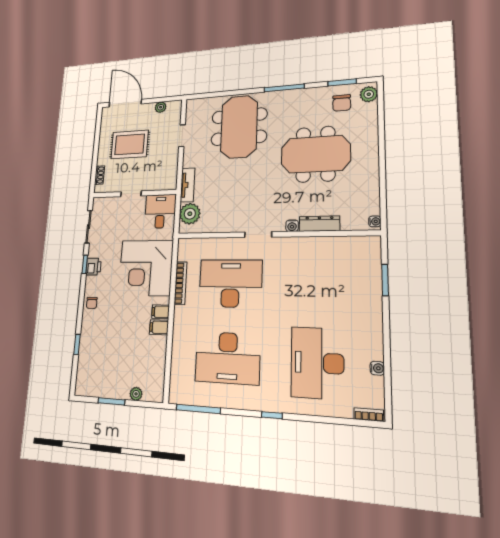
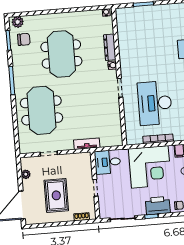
meeting table: (239, 127) -> (41, 110), turned 90
plant: (190, 214) -> (108, 139), removed
printer: (94, 267) -> (158, 206), width x1.87, depth x1.48

